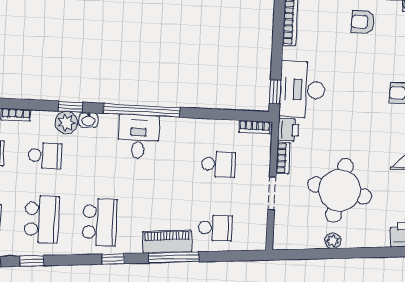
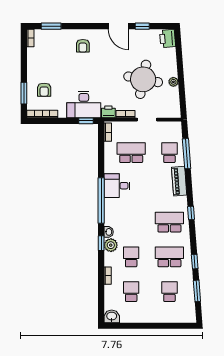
armchair: (363, 22) -> (44, 90), moved
desk: (138, 137) -> (117, 186), moved
school desk: (218, 164) -> (131, 153), width x1.85
window: (174, 257) -> (187, 154), moved

